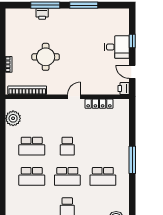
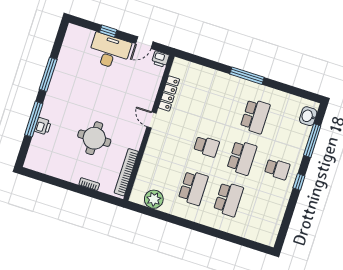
desk: (117, 47) -> (110, 51), width x1.37

